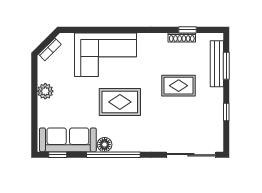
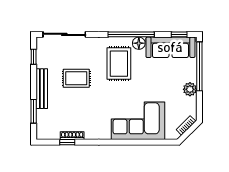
bench: (217, 64) -> (42, 89), moved
rug: (179, 86) -> (76, 78), moved
rug: (120, 102) -> (119, 64), moved, turned 90
window: (226, 112) -> (34, 57), moved
window: (34, 118) -> (199, 66), added

